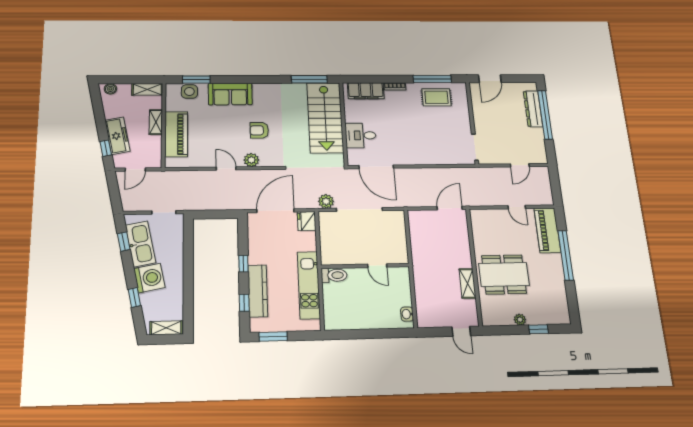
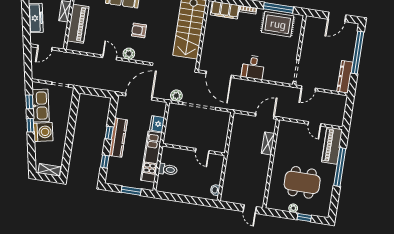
door: (490, 79) -> (337, 17), moved
rug: (436, 97) -> (278, 24), width x1.36, depth x1.43
dresser: (533, 109) -> (345, 77), moved
desk: (361, 135) -> (253, 67), moved, turned -90
window: (106, 148) -> (26, 27), removed
door: (520, 165) -> (308, 88), moved
fridge: (307, 221) -> (157, 124), moved
dining table: (504, 274) -> (302, 182), moved
toilet: (334, 275) -> (168, 169), moved
shelving: (467, 283) -> (268, 143), moved
kitchen counter: (258, 291) -> (118, 138), moved
window: (134, 297) -> (30, 125), moved
window: (273, 336) -> (131, 191), moved

